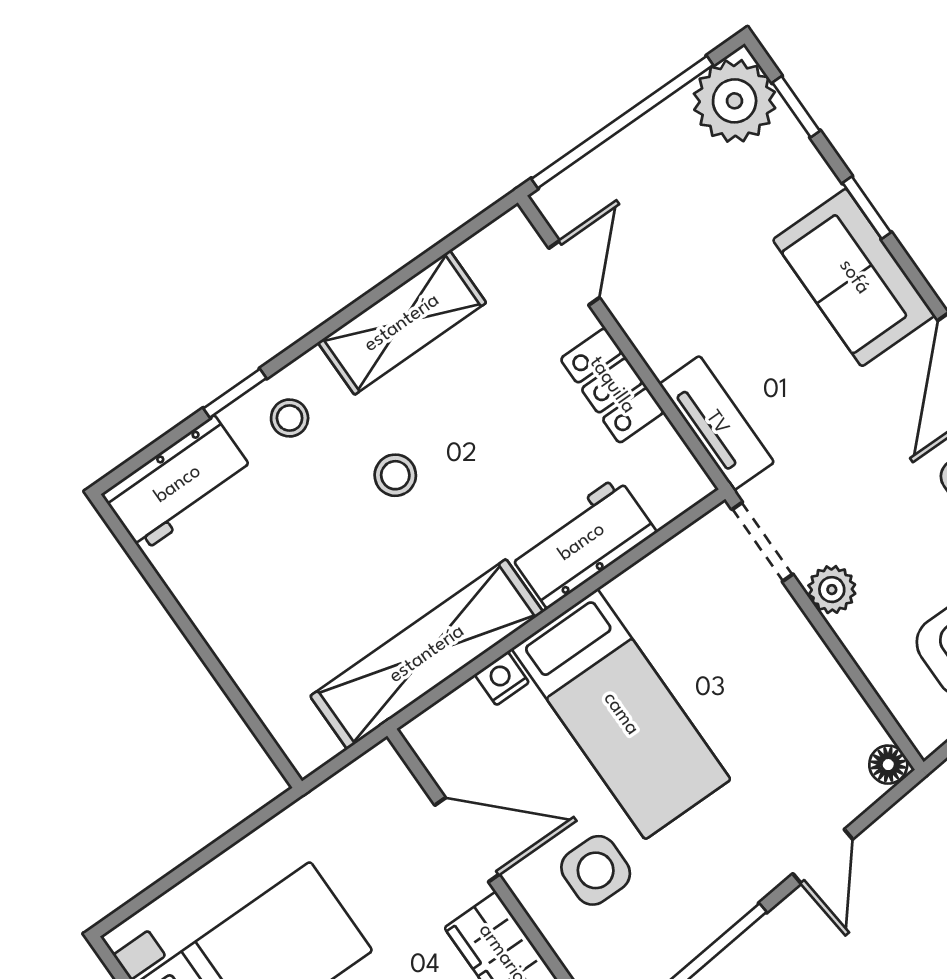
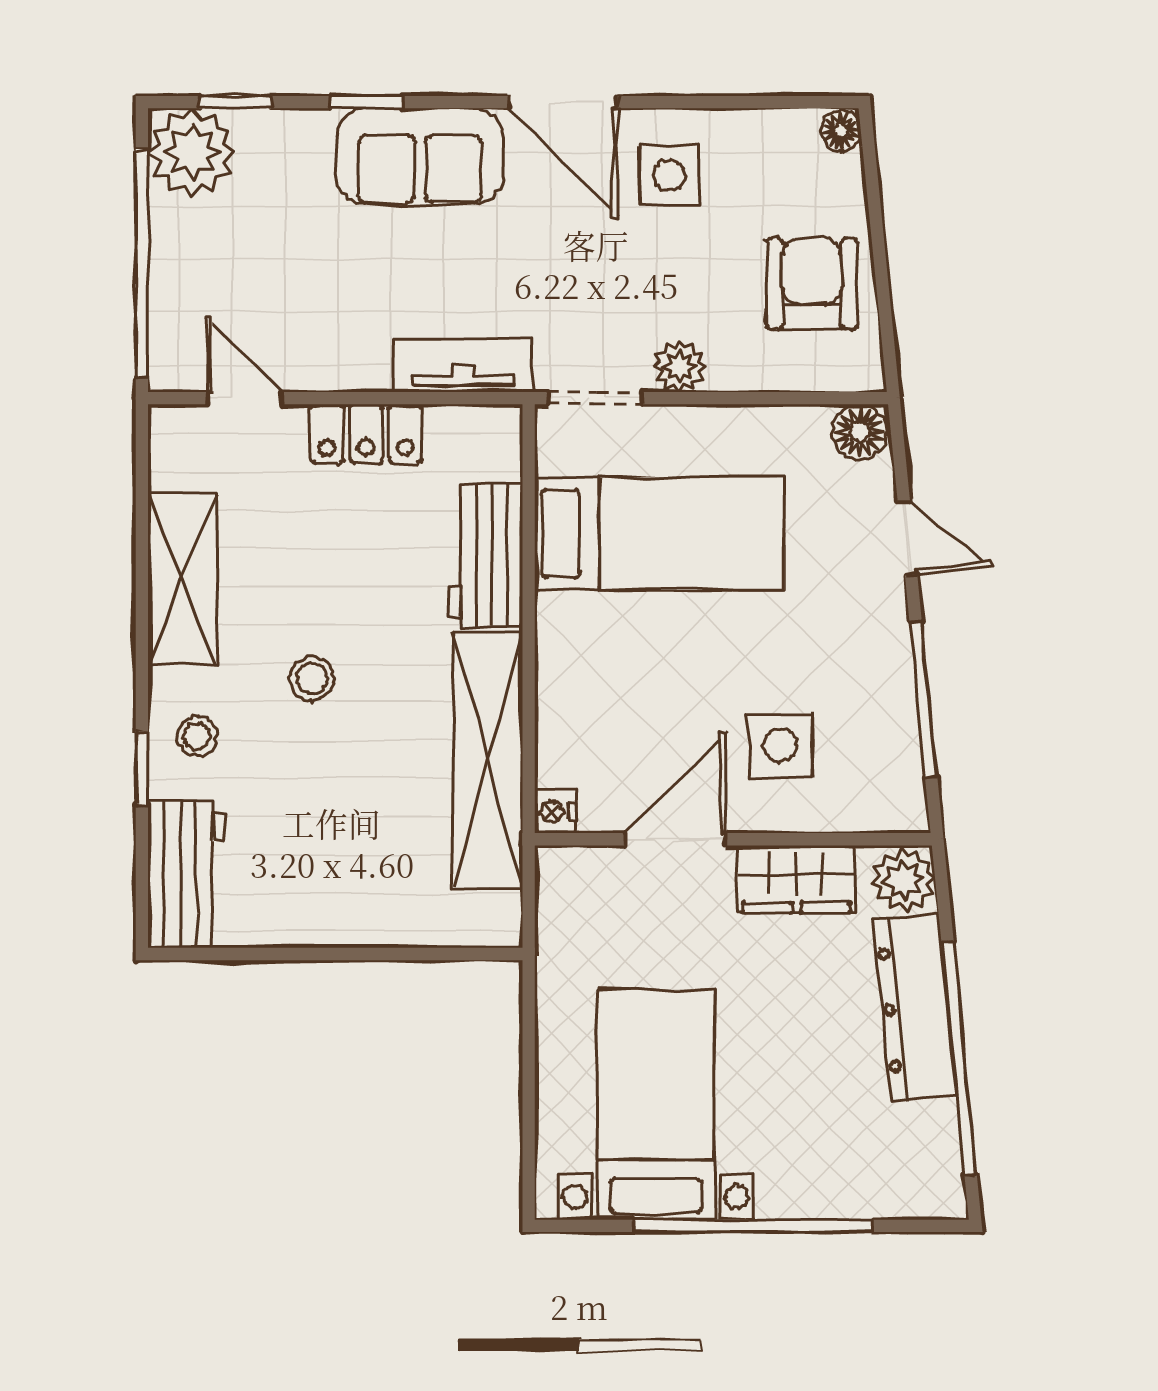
nightstand: (502, 678) -> (555, 812), moved
bed: (621, 714) -> (659, 534), moved
floor lamp: (888, 765) -> (860, 432), width x1.37, depth x1.37

